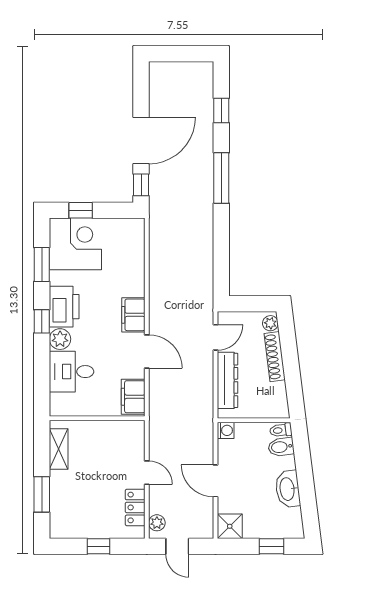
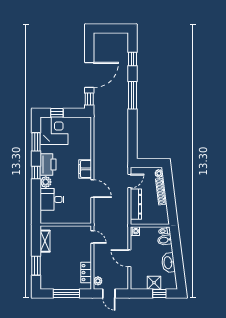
filing cabinet: (133, 397) -> (85, 213), removed
door: (147, 473) -> (92, 237), moved
shower: (230, 526) -> (154, 283), moved
window: (99, 546) -> (66, 293), width x2.17

